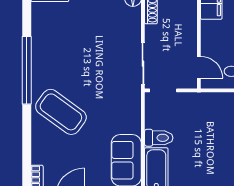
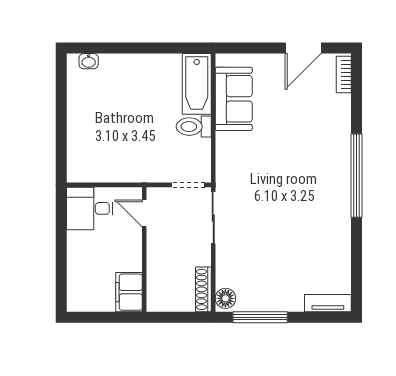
window: (27, 70) -> (356, 176), moved
coffee table: (61, 112) -> (314, 158), removed

